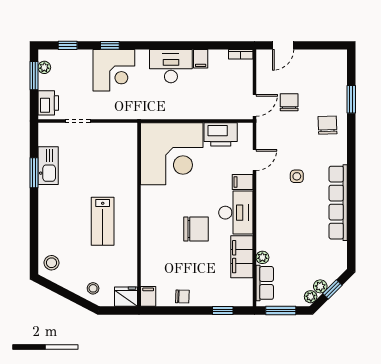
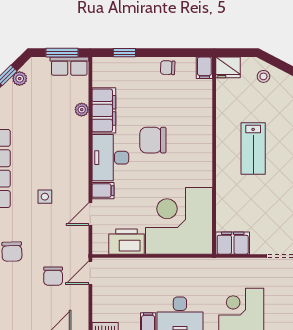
filing cabinet: (122, 133) -> (233, 243), added
lab bench: (103, 221) -> (253, 149), turned 180
row of seats: (265, 283) -> (69, 66), moved, turned -90
plant: (311, 297) -> (30, 67), removed

